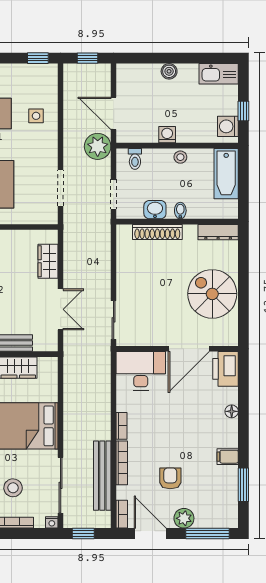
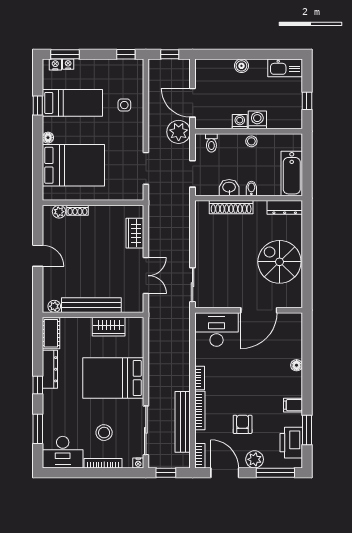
washing machine: (228, 126) -> (257, 120), moved, turned 90
bathtub: (226, 174) -> (292, 173), moved
printer: (226, 369) -> (291, 443), moved

